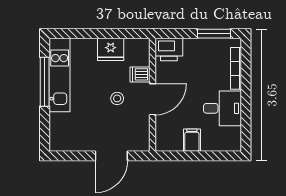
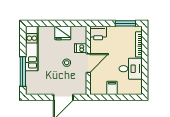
window: (45, 82) -> (23, 72), moved

